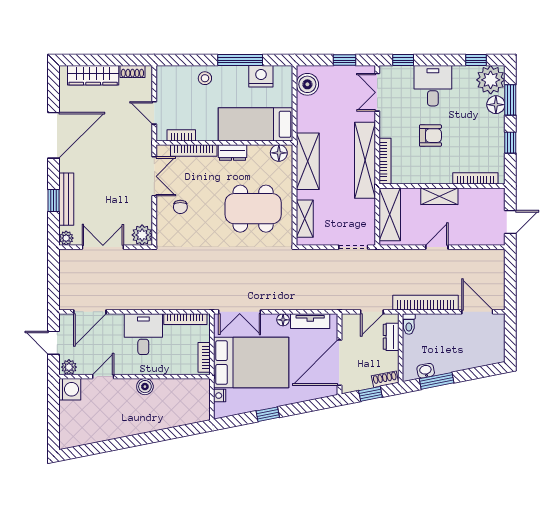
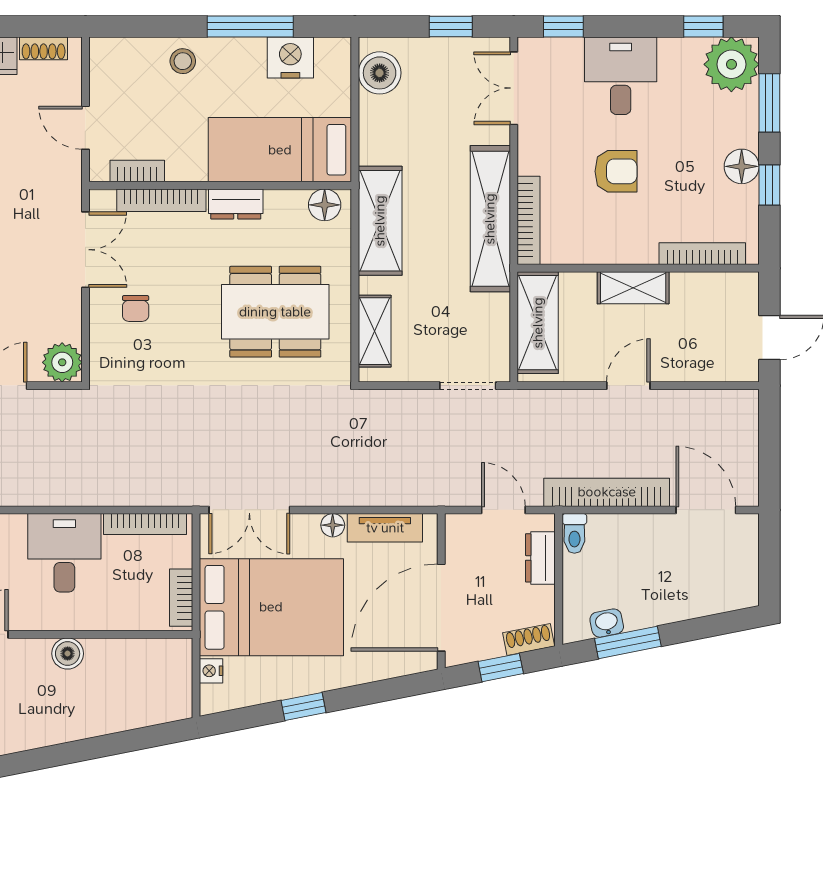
floor lamp: (496, 105) -> (742, 166), moved
door: (372, 312) -> (503, 510), swing flipped

